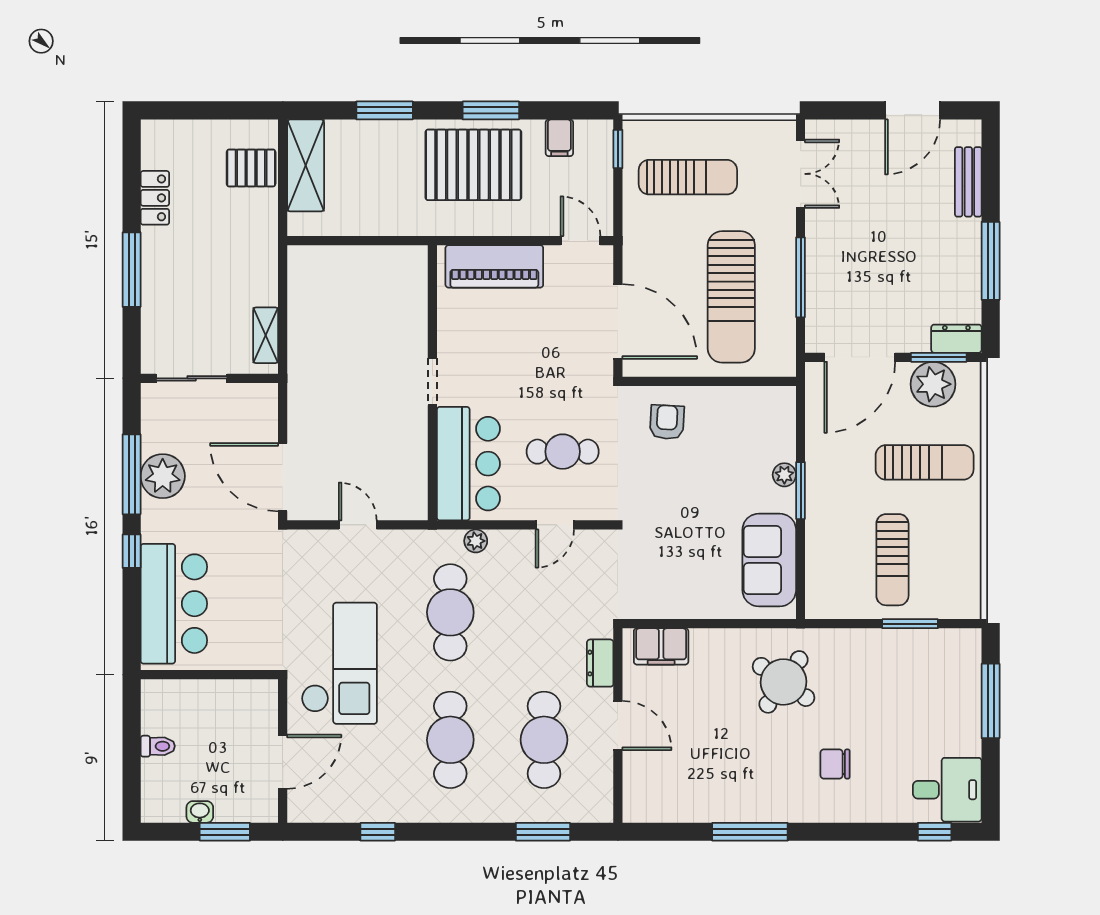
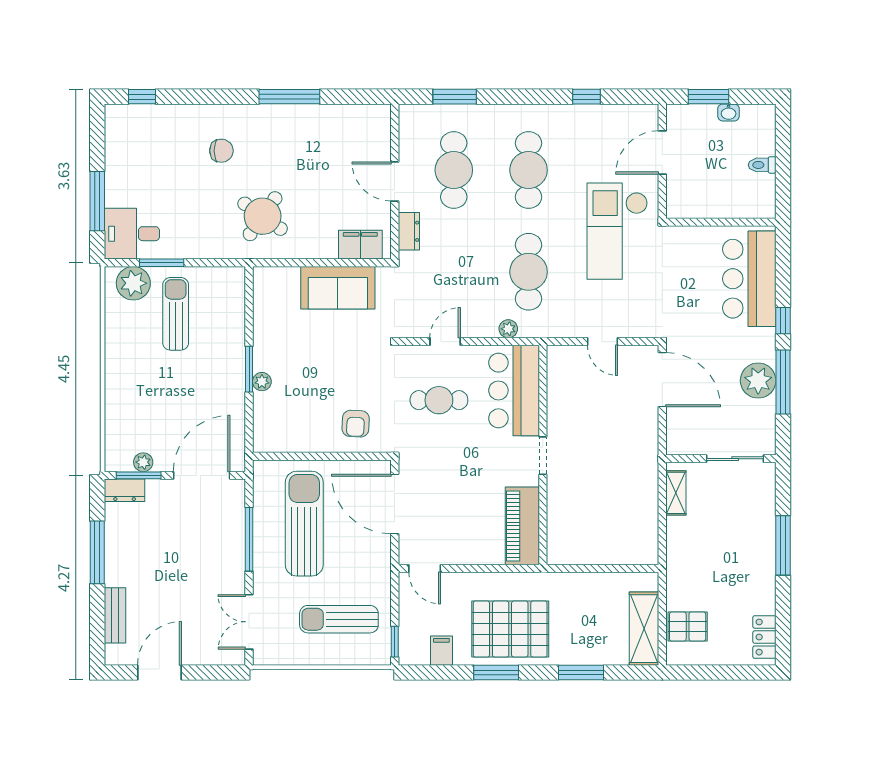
locker: (155, 198) -> (764, 637), moved
piano: (494, 266) -> (522, 526), moved, turned -90
plant: (933, 384) -> (143, 462), width x0.53, depth x0.53
sun lounger: (925, 462) -> (150, 391), removed
sofa: (769, 560) -> (338, 288), moved, turned 90
plant: (945, 598) -> (133, 283), added
desk: (947, 790) -> (132, 234), moved

